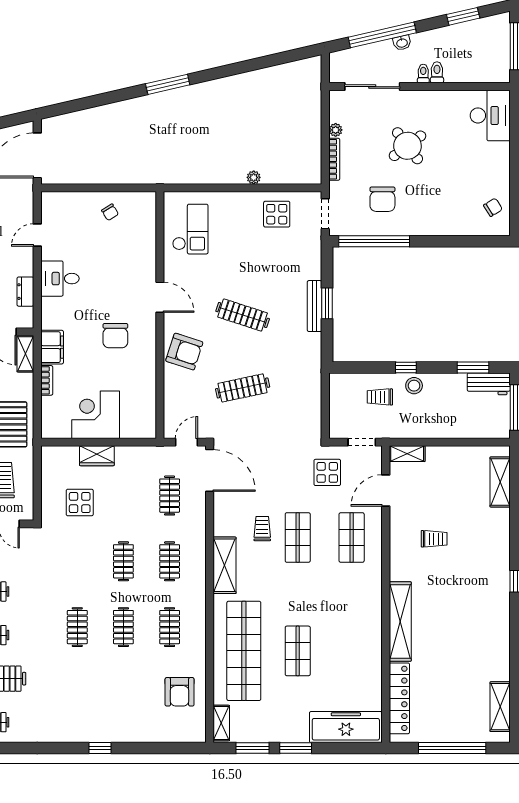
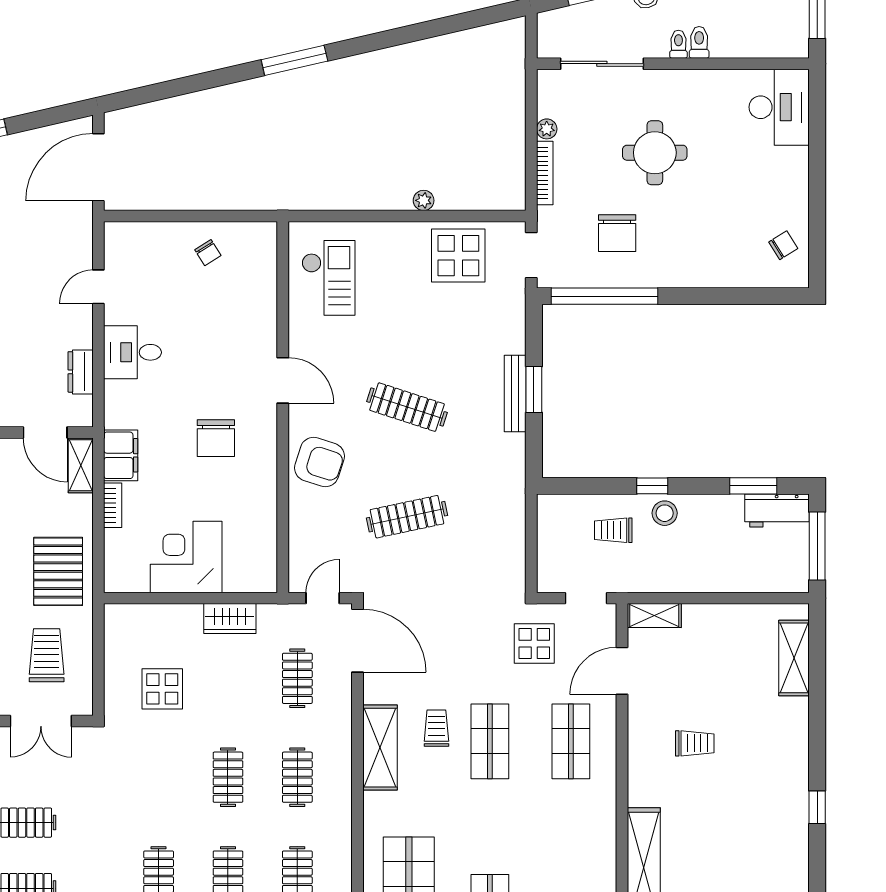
round table: (407, 146) -> (655, 153), turned 37
display table: (277, 214) -> (458, 256), width x1.36, depth x1.36
wardrobe: (97, 456) -> (230, 619), moved
shelving: (225, 565) -> (380, 748), moved

